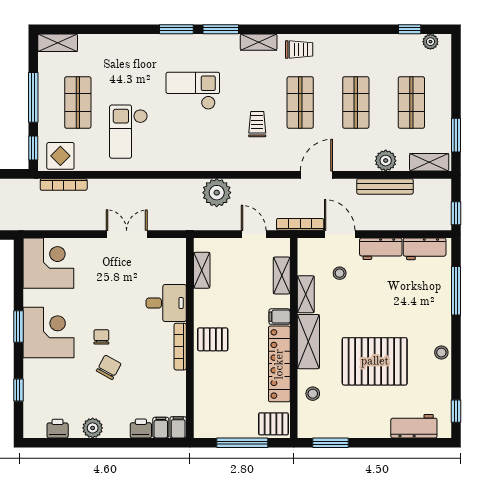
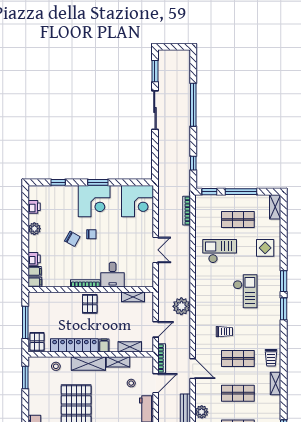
shelving: (259, 42) -> (276, 384), moved
display table: (60, 156) -> (265, 248), moved

